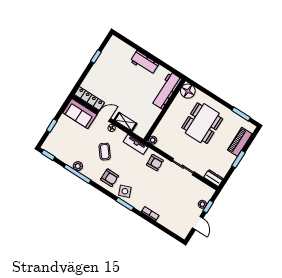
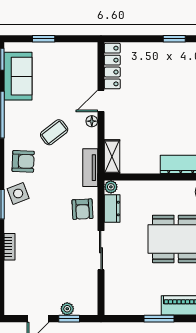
sofa: (80, 114) -> (18, 76), moved, turned 180
door: (104, 116) -> (101, 101), swing flipped
shelving: (125, 122) -> (112, 157), moved
plant: (78, 166) -> (11, 109), removed
armchair: (110, 178) -> (23, 161), turned -88
dresser: (214, 178) -> (112, 209), moved

